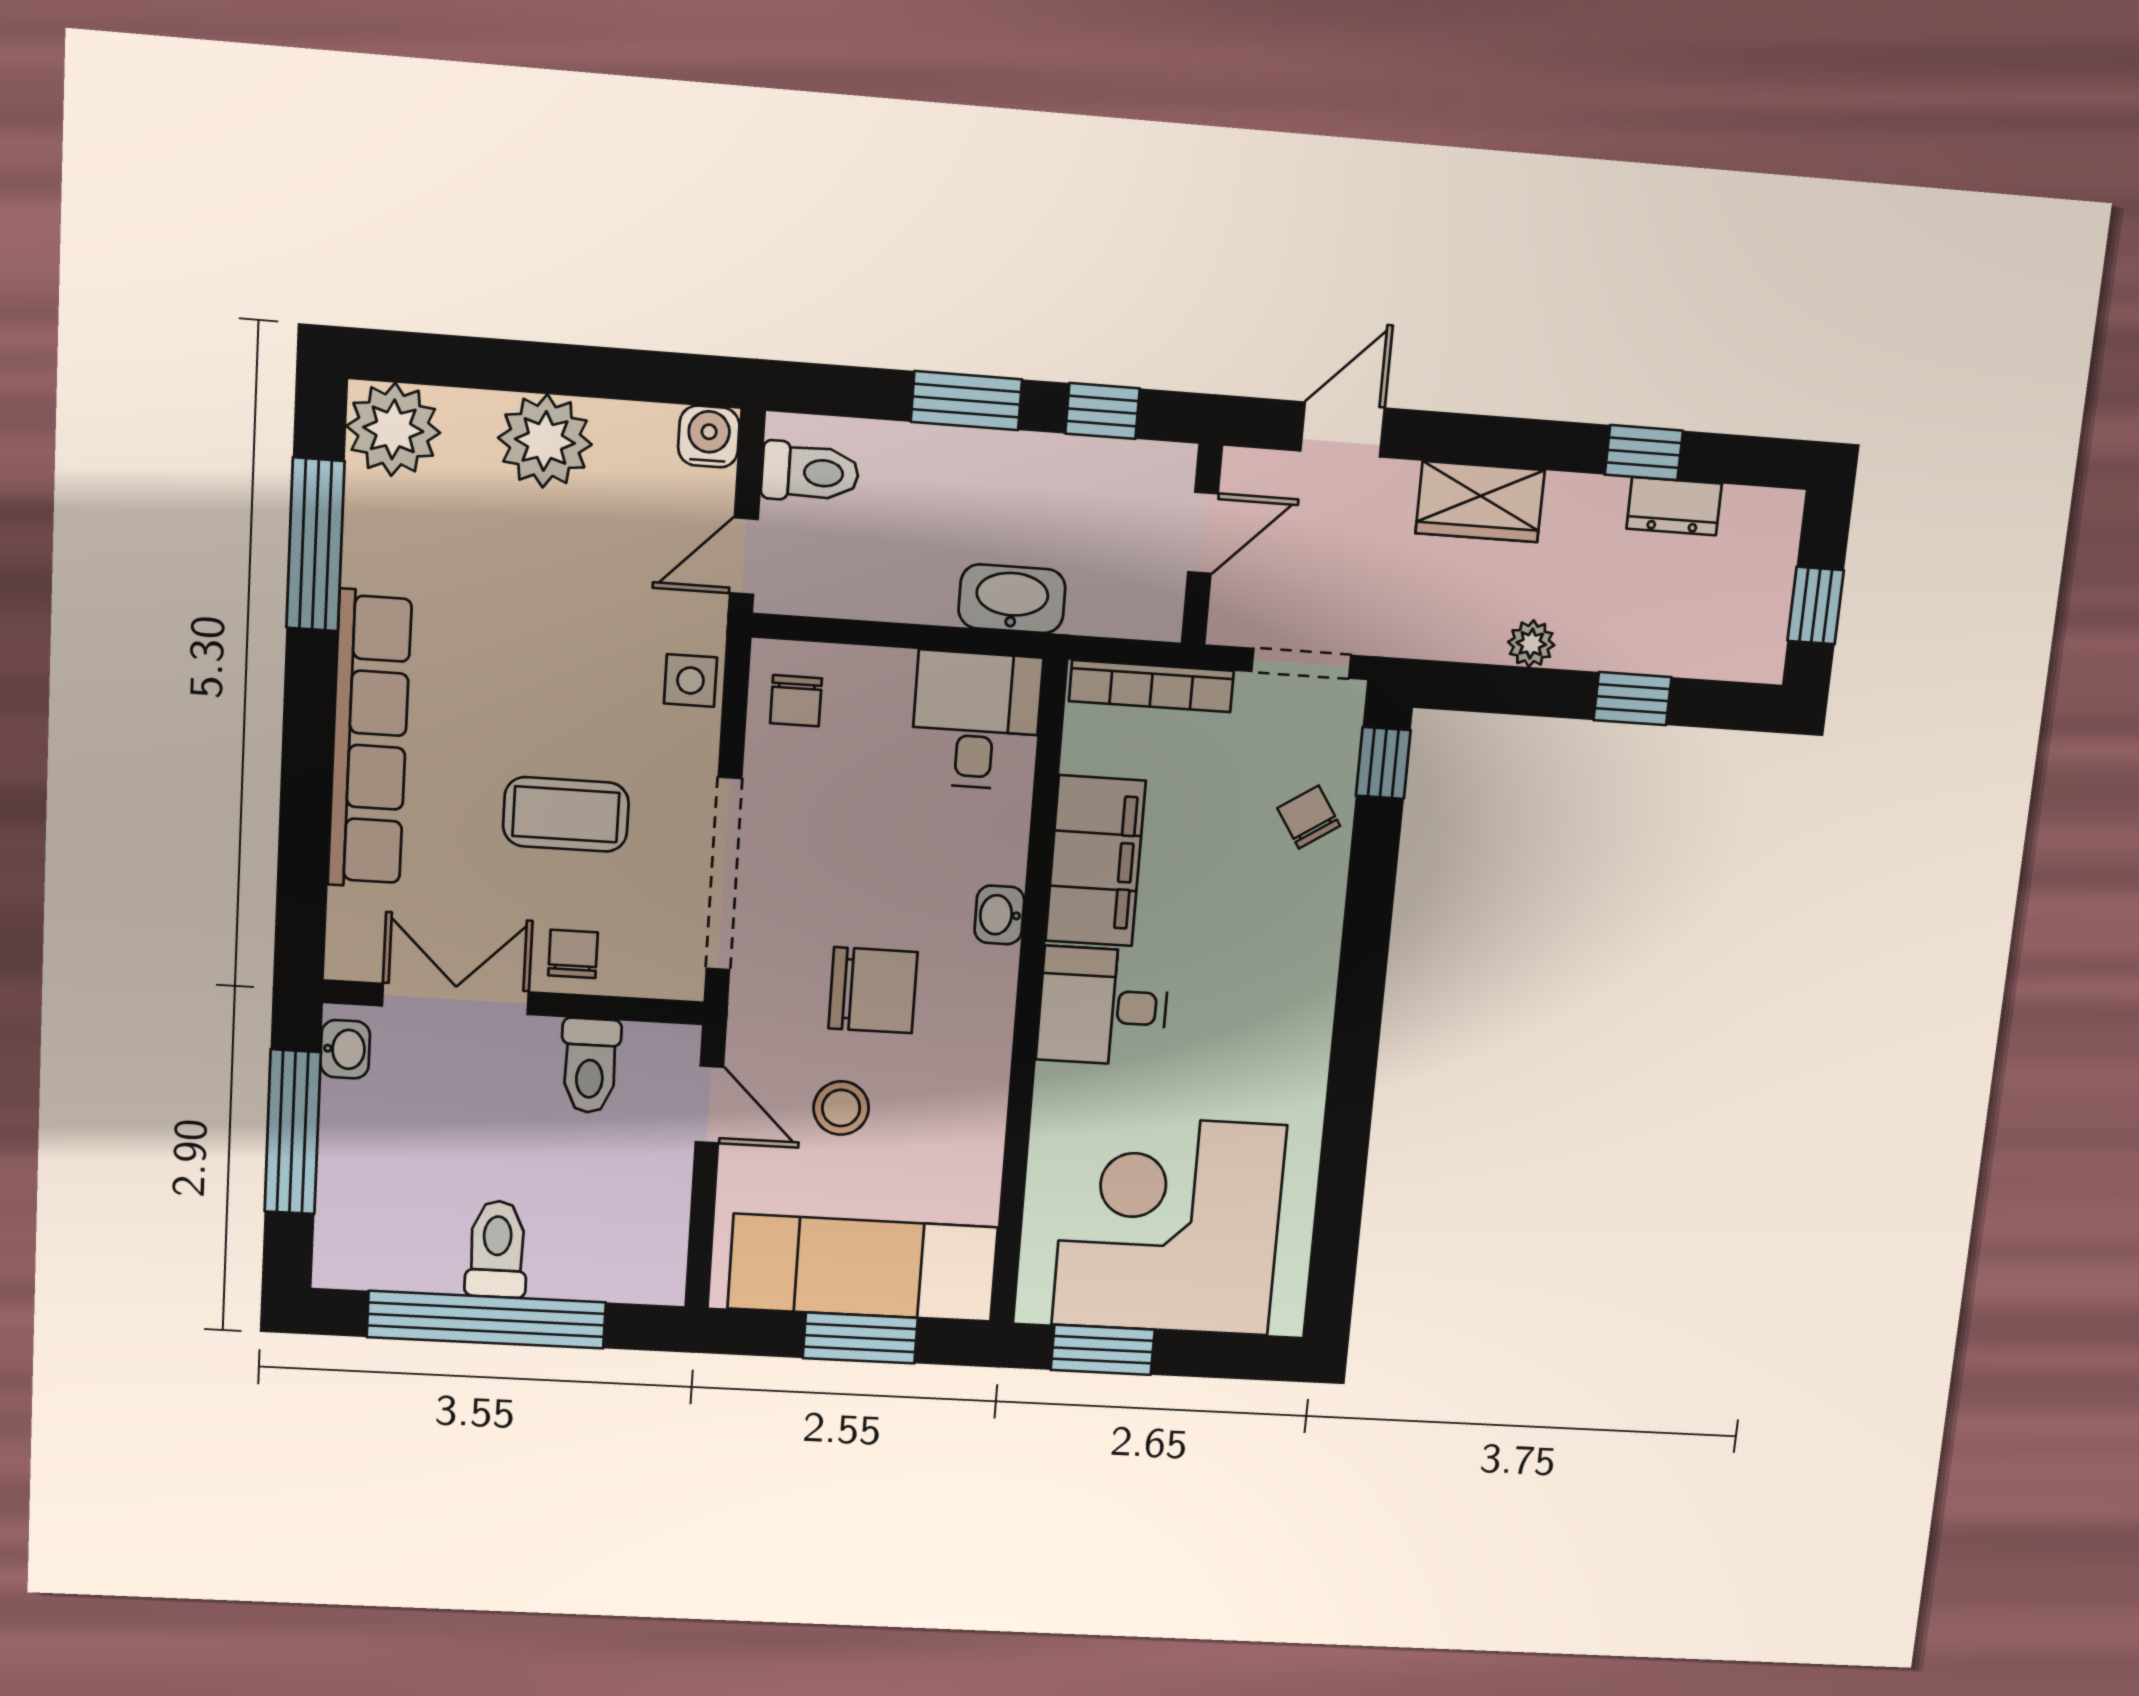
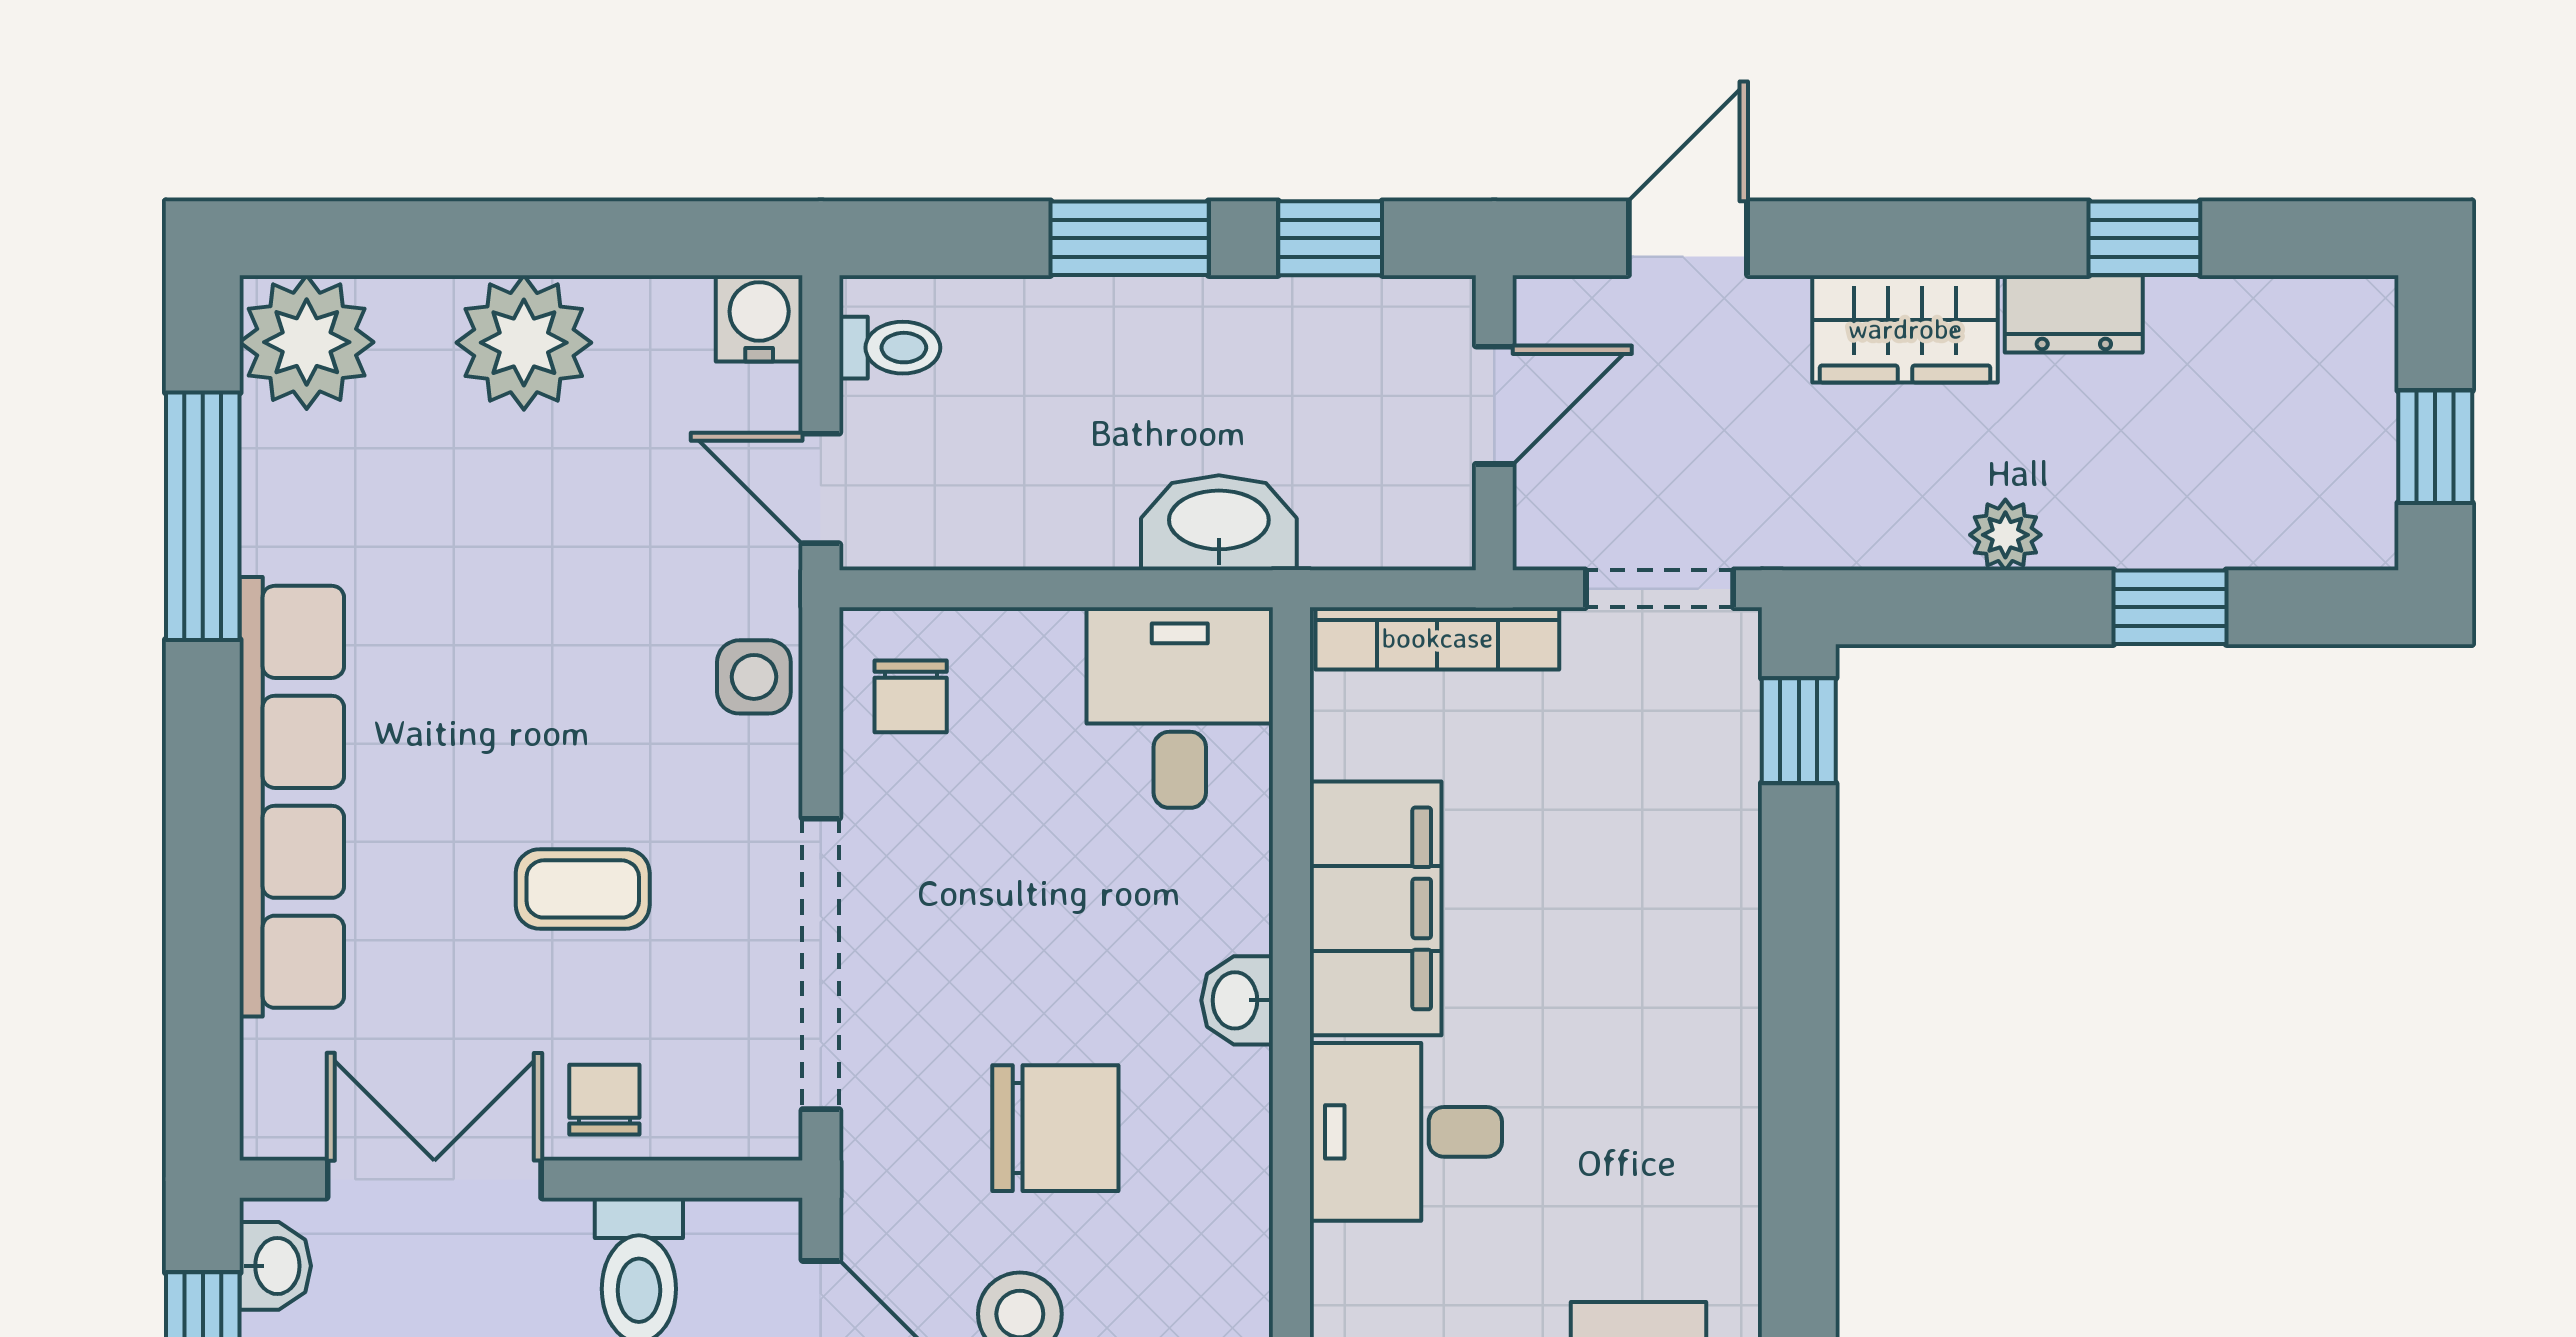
toilet: (810, 472) -> (890, 348), width x0.73, depth x0.72
dresser: (1674, 506) -> (2074, 314), moved
door: (744, 556) -> (821, 488), hinge flipped
coffee table: (566, 814) -> (583, 889), width x0.73, depth x0.77
chair: (1309, 817) -> (1693, 821), removed

